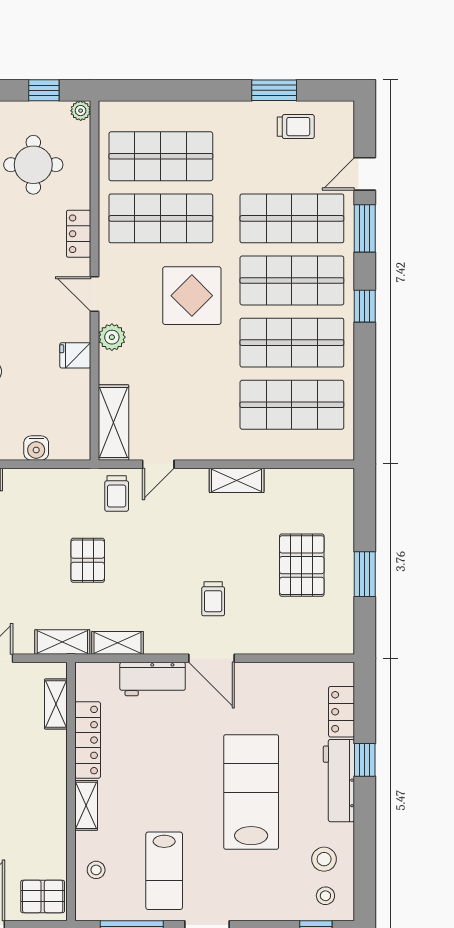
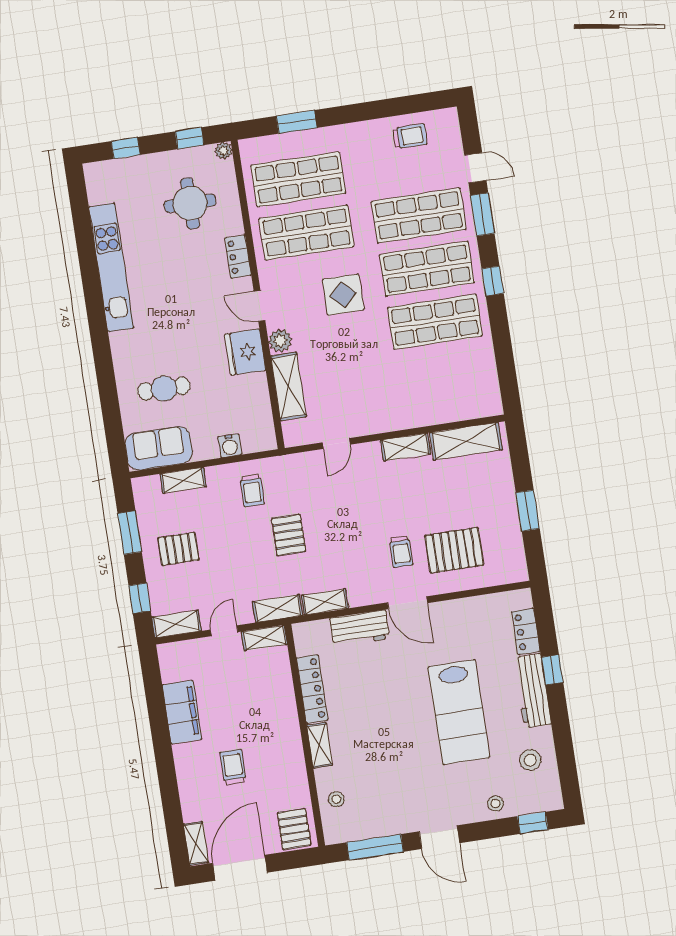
window: (274, 90) -> (297, 122), moved
door: (365, 174) -> (475, 168), swing flipped
display table: (192, 296) -> (343, 295), width x0.73, depth x0.73
fridge: (75, 355) -> (245, 352), width x1.88, depth x1.34
shop shelf: (292, 405) -> (443, 375), removed
shelving: (113, 422) -> (288, 386), moved
shelving: (306, 484) -> (466, 441), added
trolley: (117, 494) -> (252, 490), moved
pallet: (302, 565) -> (454, 550), moved, turned 90
shelving: (56, 704) -> (264, 638), moved, turned 90
lab bench: (251, 792) -> (459, 712), turned 180
lab bench: (164, 871) -> (395, 791), removed
pallet: (43, 896) -> (294, 829), turned 90
stool: (325, 896) -> (496, 803), moved

